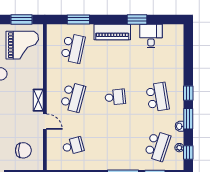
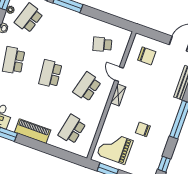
window: (78, 19) -> (58, 153), removed
school desk: (115, 97) -> (50, 74), width x1.85
chair: (23, 150) -> (147, 56), turned 180

